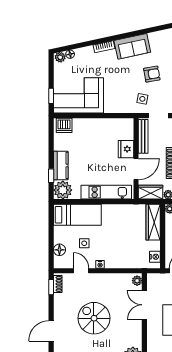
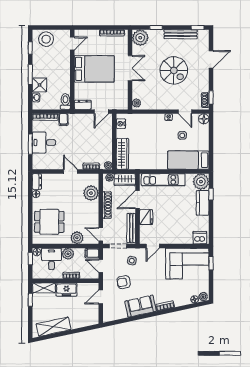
door: (118, 116) -> (153, 246), added
floor lamp: (59, 250) -> (204, 119), moved
double door: (144, 305) -> (130, 68), moved

